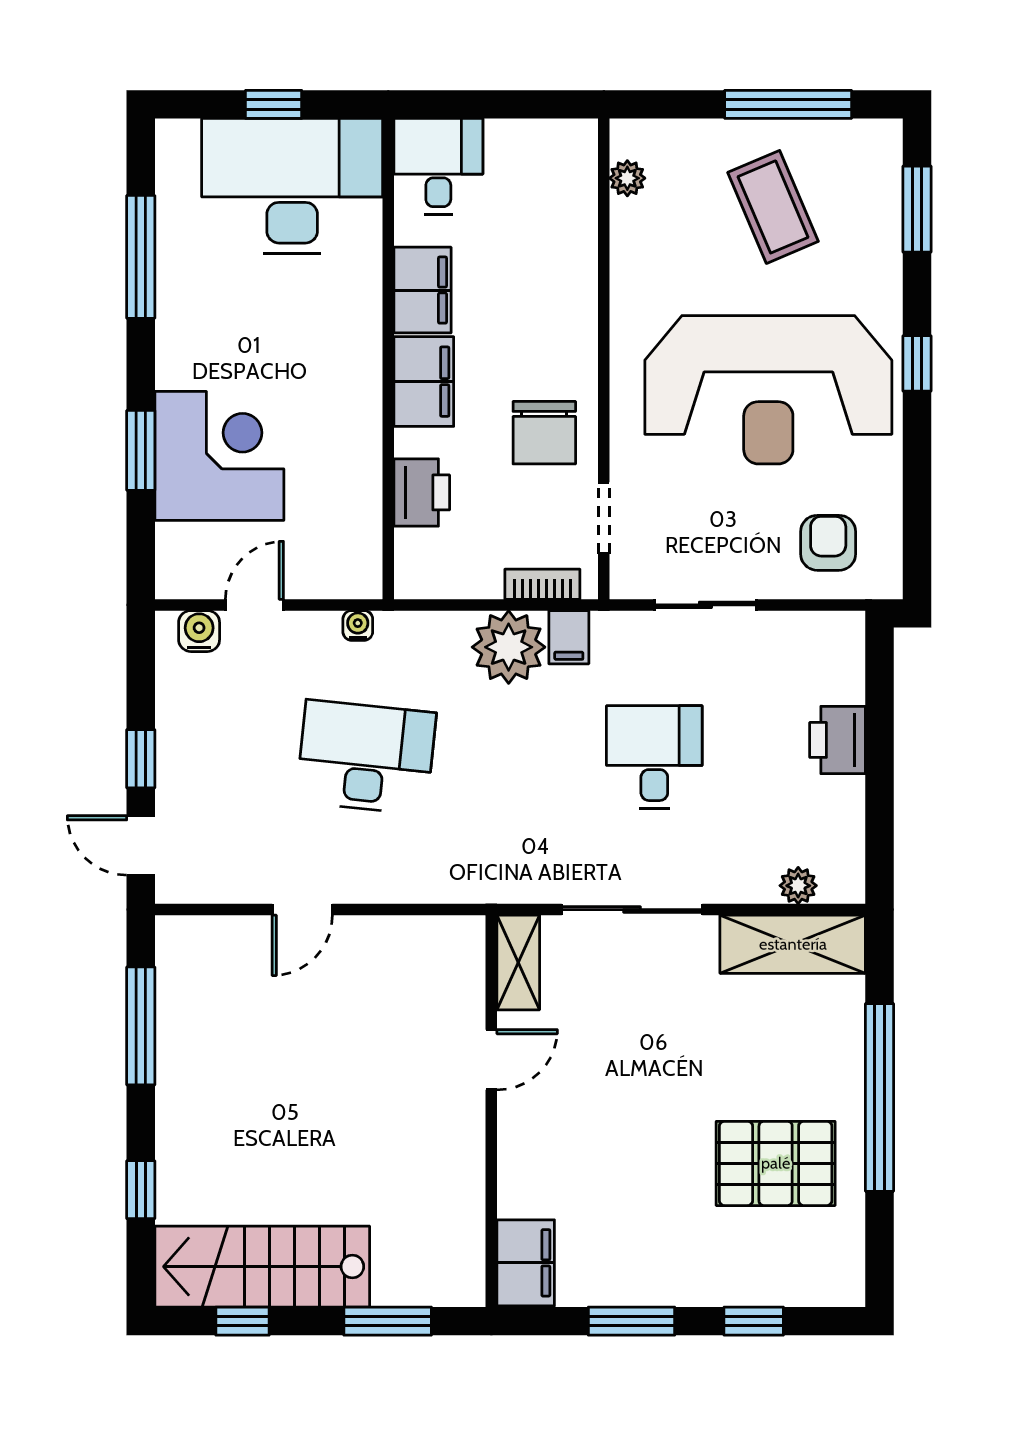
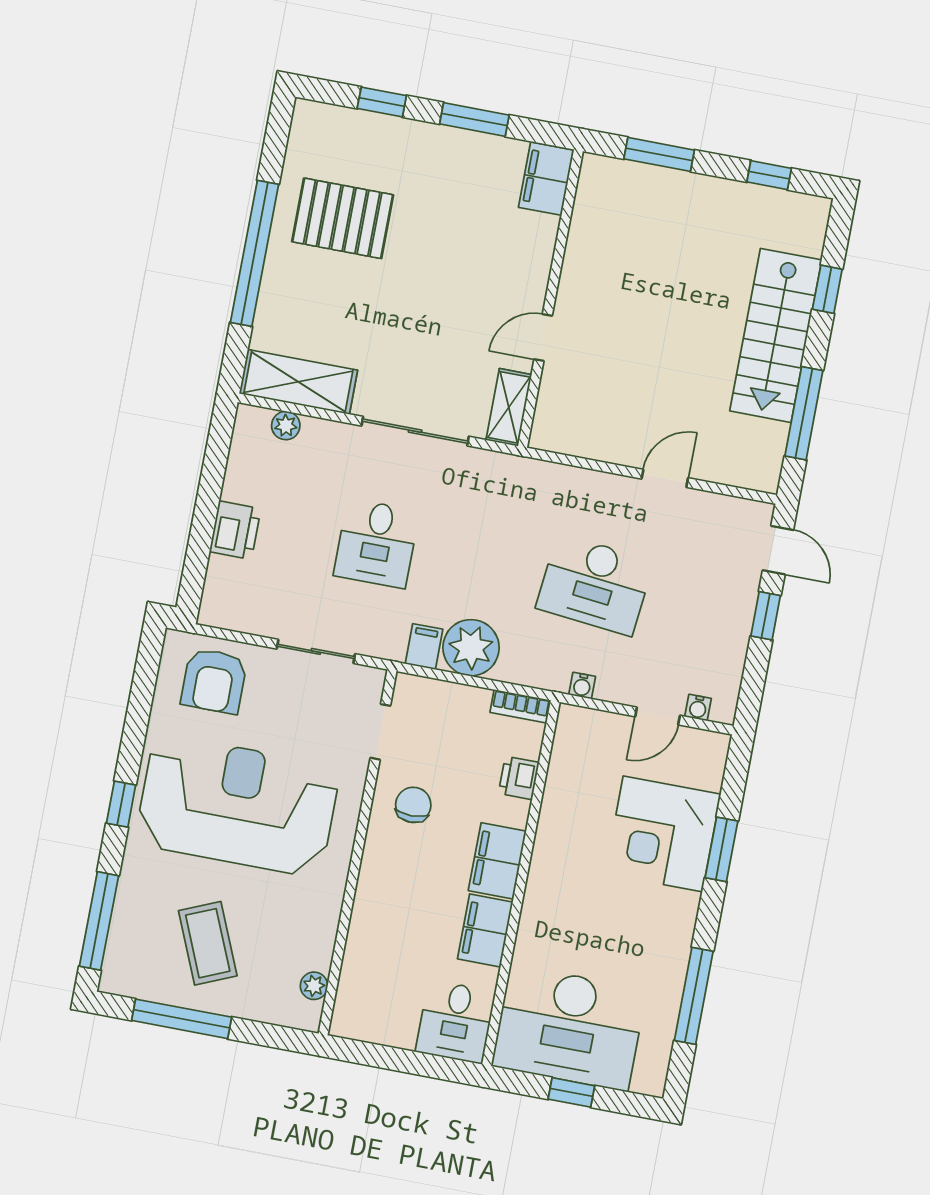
window: (917, 209) -> (99, 921), width x1.44
chair: (544, 433) -> (413, 805), width x0.73, depth x0.73
printer: (422, 492) -> (519, 778), width x0.73, depth x0.81
armchair: (828, 543) -> (214, 681), width x1.38, depth x1.38
bookcase: (542, 584) -> (520, 706), moved
water cooler: (199, 631) -> (698, 708), width x0.72, depth x0.72
stairs: (262, 1267) -> (776, 335), moved, turned 90

